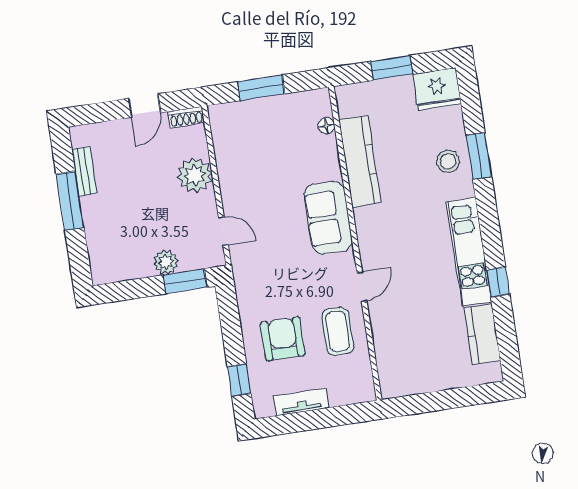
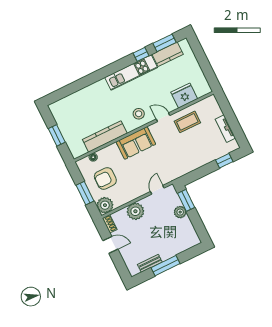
fridge: (437, 89) -> (184, 96), moved, turned -90
plant: (225, 119) -> (105, 205), added
window: (479, 156) -> (165, 43), moved
stool: (448, 161) -> (139, 114), moved
armchair: (283, 339) -> (105, 178), moved

